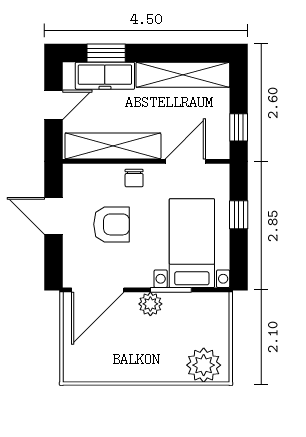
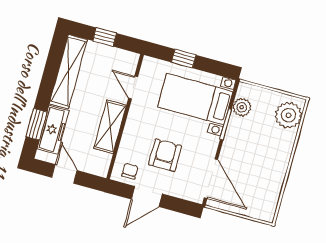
window: (239, 127) -> (105, 37), moved
shelving: (113, 146) -> (110, 127), width x0.68
door: (185, 161) -> (133, 87), width x0.73
chair: (134, 178) -> (130, 171), moved, turned -90
plant: (150, 304) -> (242, 107), moved

